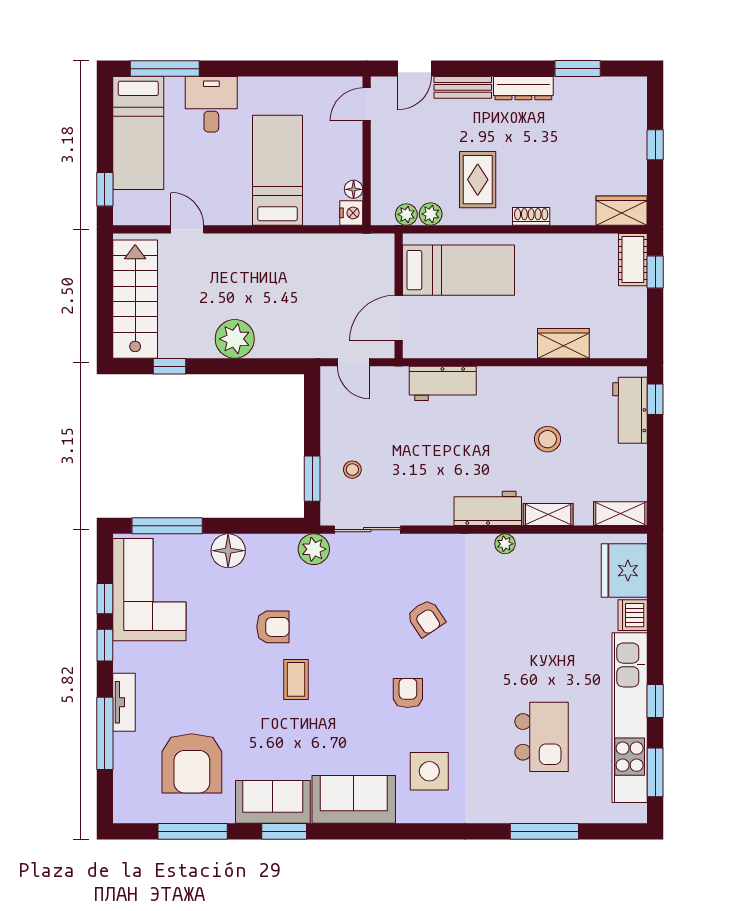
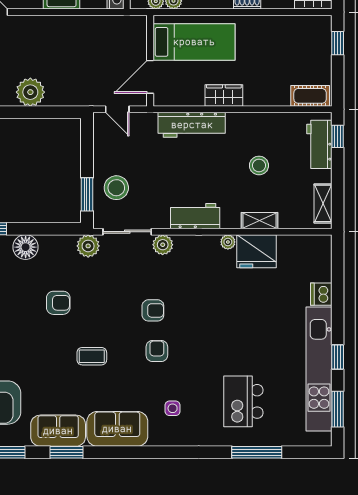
cot: (633, 260) -> (310, 96), moved, turned 90
wardrobe: (563, 343) -> (224, 95), moved
workbench: (443, 383) -> (192, 125), width x1.38
stool: (352, 470) -> (116, 188), width x1.89, depth x1.89
workbench: (488, 508) -> (195, 216), moved
shelving: (620, 514) -> (323, 203), moved, turned 90
plant: (416, 548) -> (163, 245), added
fridge: (624, 571) -> (256, 251), moved, turned -90
armchair: (426, 618) -> (153, 310), moved, turned -56
coffee table: (296, 679) -> (92, 356), moved, turned 90
kitchen island: (542, 737) -> (243, 401), moved, turned 180
side table: (429, 771) -> (173, 408), width x0.54, depth x0.54

